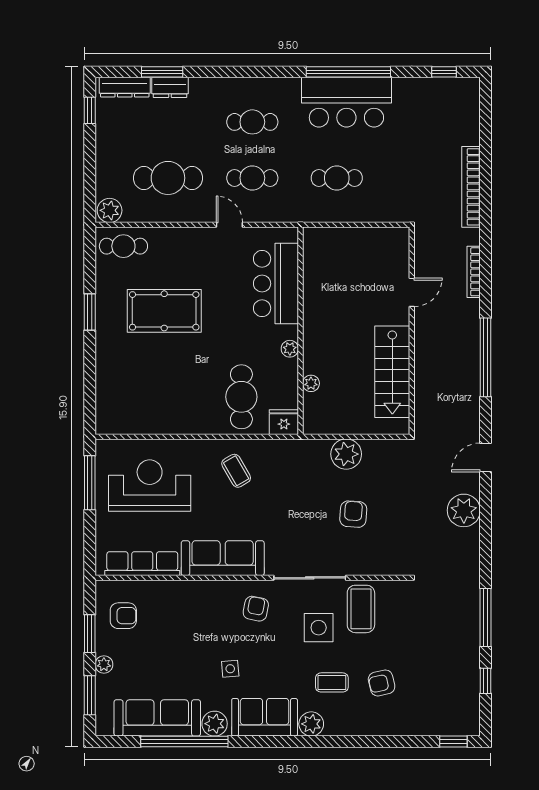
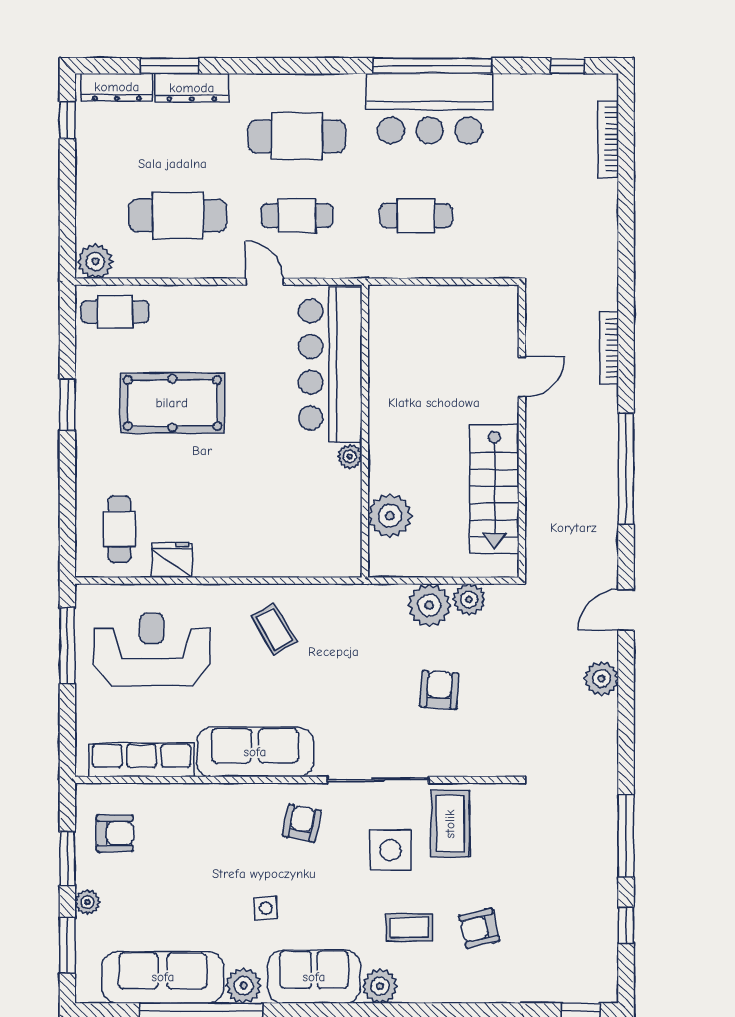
dresser: (170, 87) -> (192, 88), width x1.44
cafe table: (252, 122) -> (297, 136), width x1.37, depth x1.35
bookcase: (471, 187) -> (609, 139), moved, width x0.68, depth x0.76
bar counter: (276, 284) -> (330, 364), width x1.36
plant: (311, 383) -> (390, 516), width x1.87, depth x1.87
cafe table: (241, 397) -> (119, 529), moved, width x0.73, depth x0.74
fridge: (284, 422) -> (172, 560), moved
plant: (374, 450) -> (469, 599), added
plant: (464, 510) -> (601, 679), width x0.73, depth x0.73

